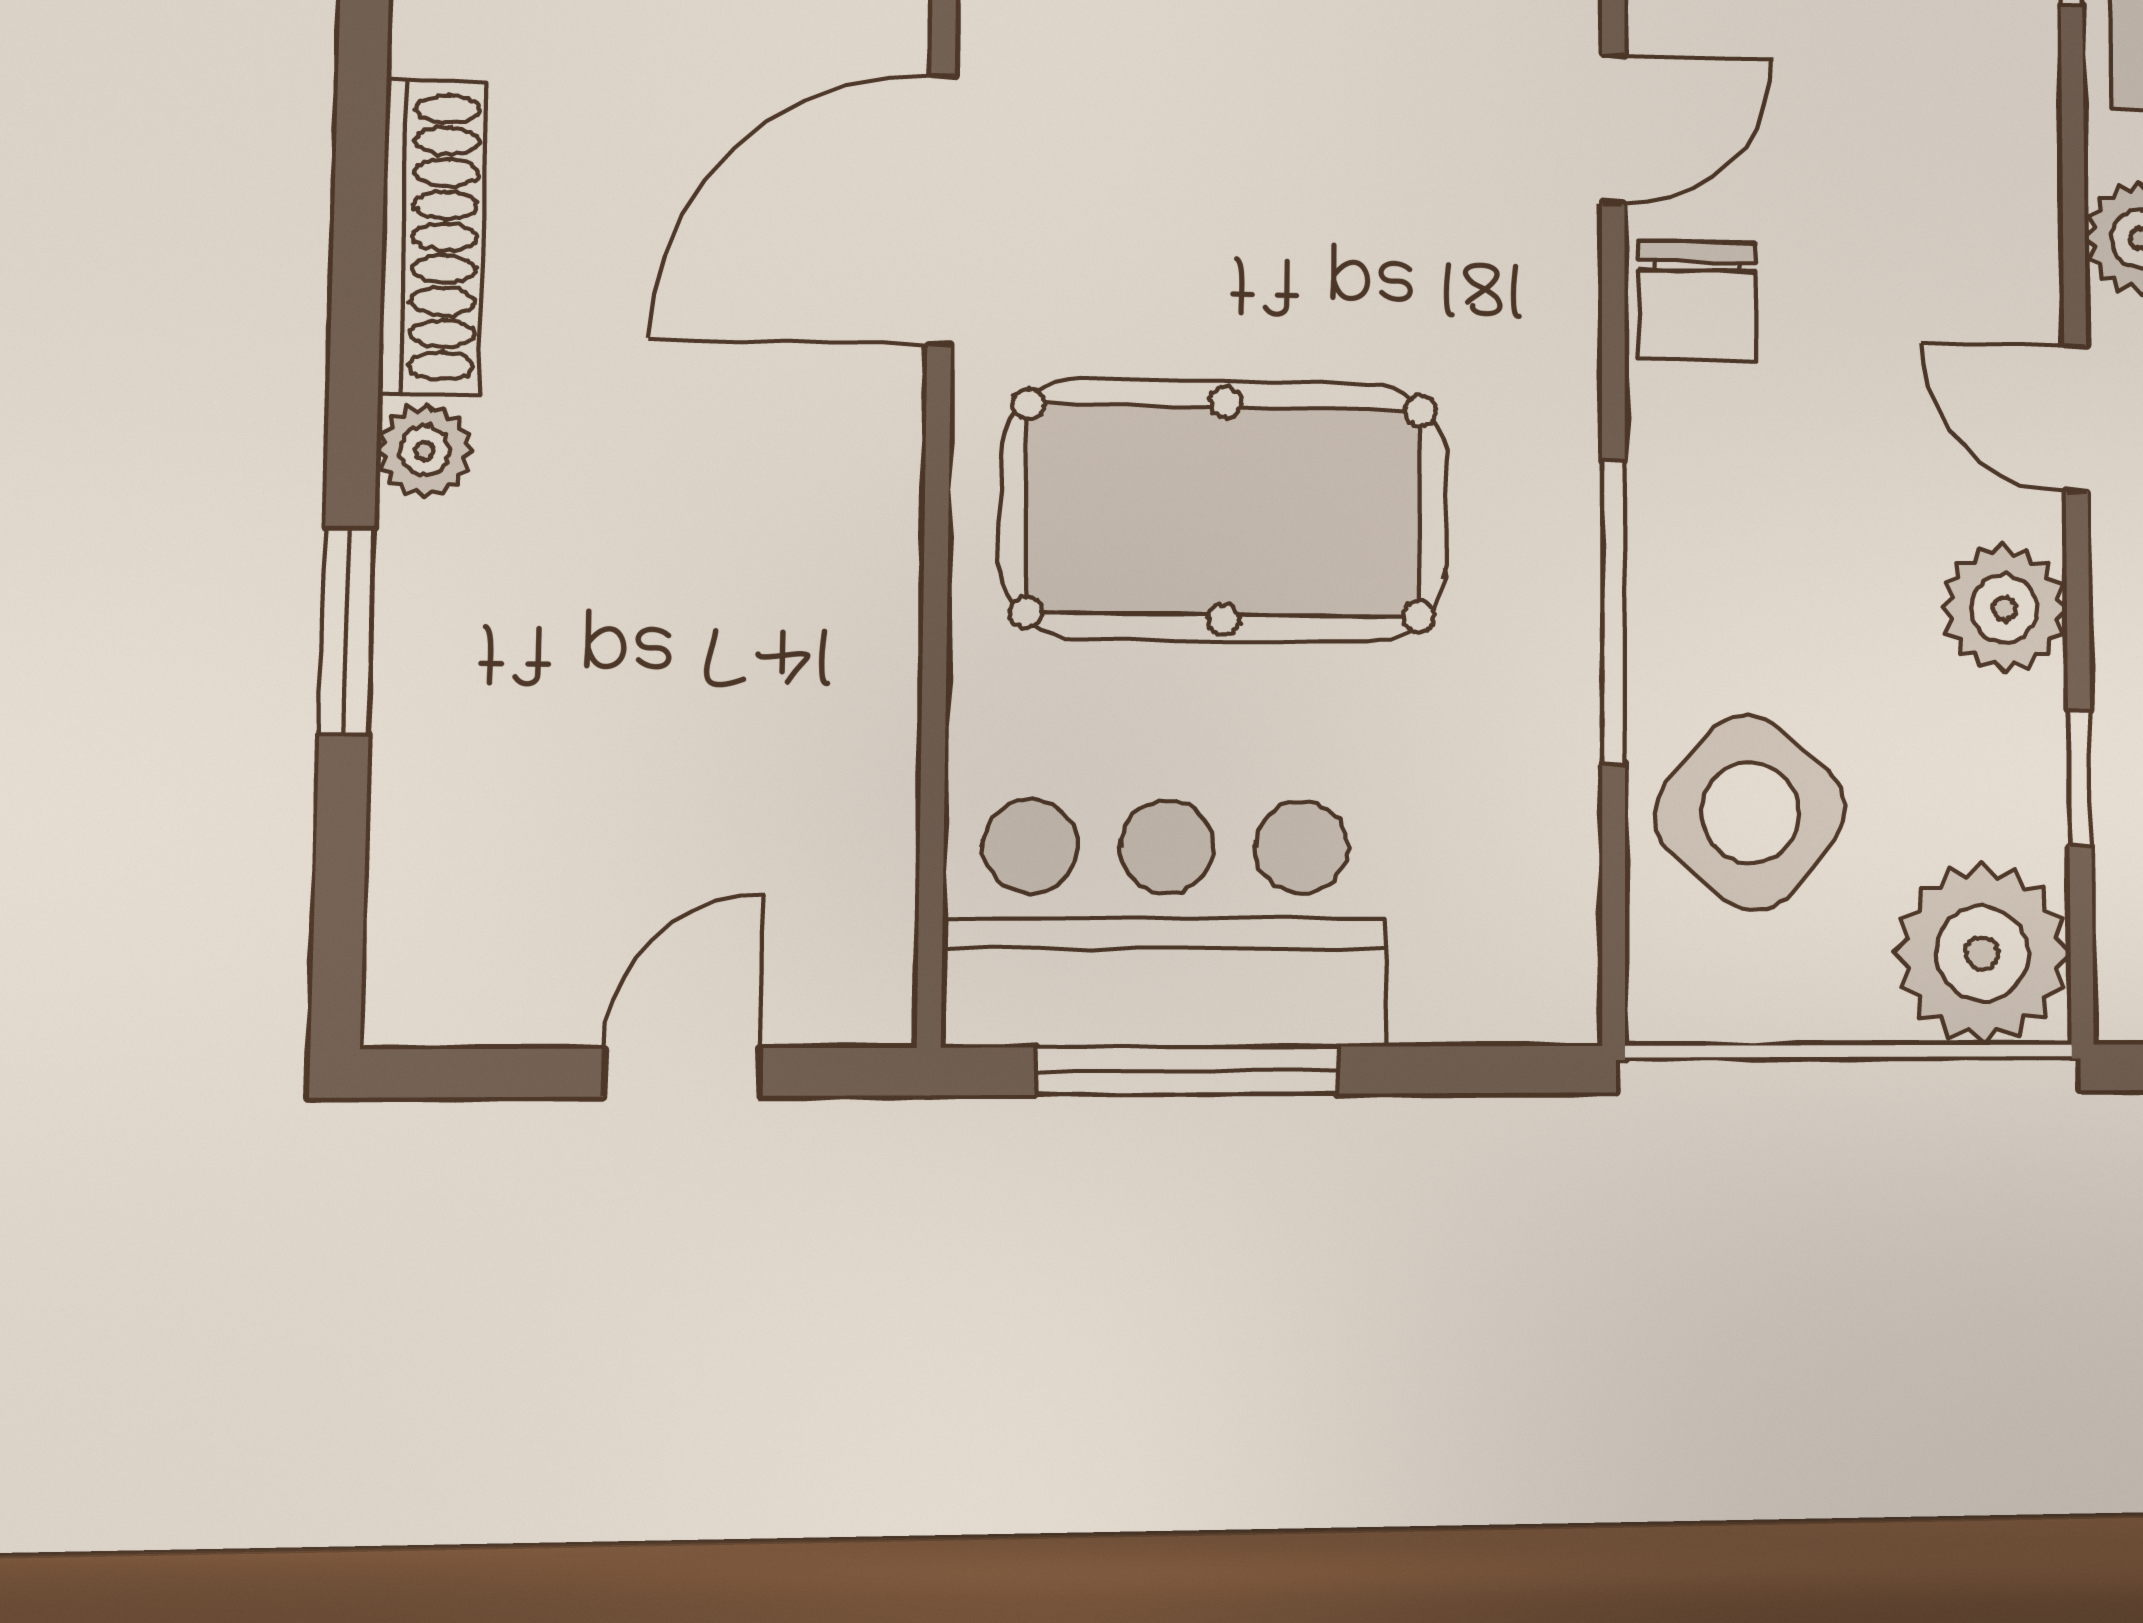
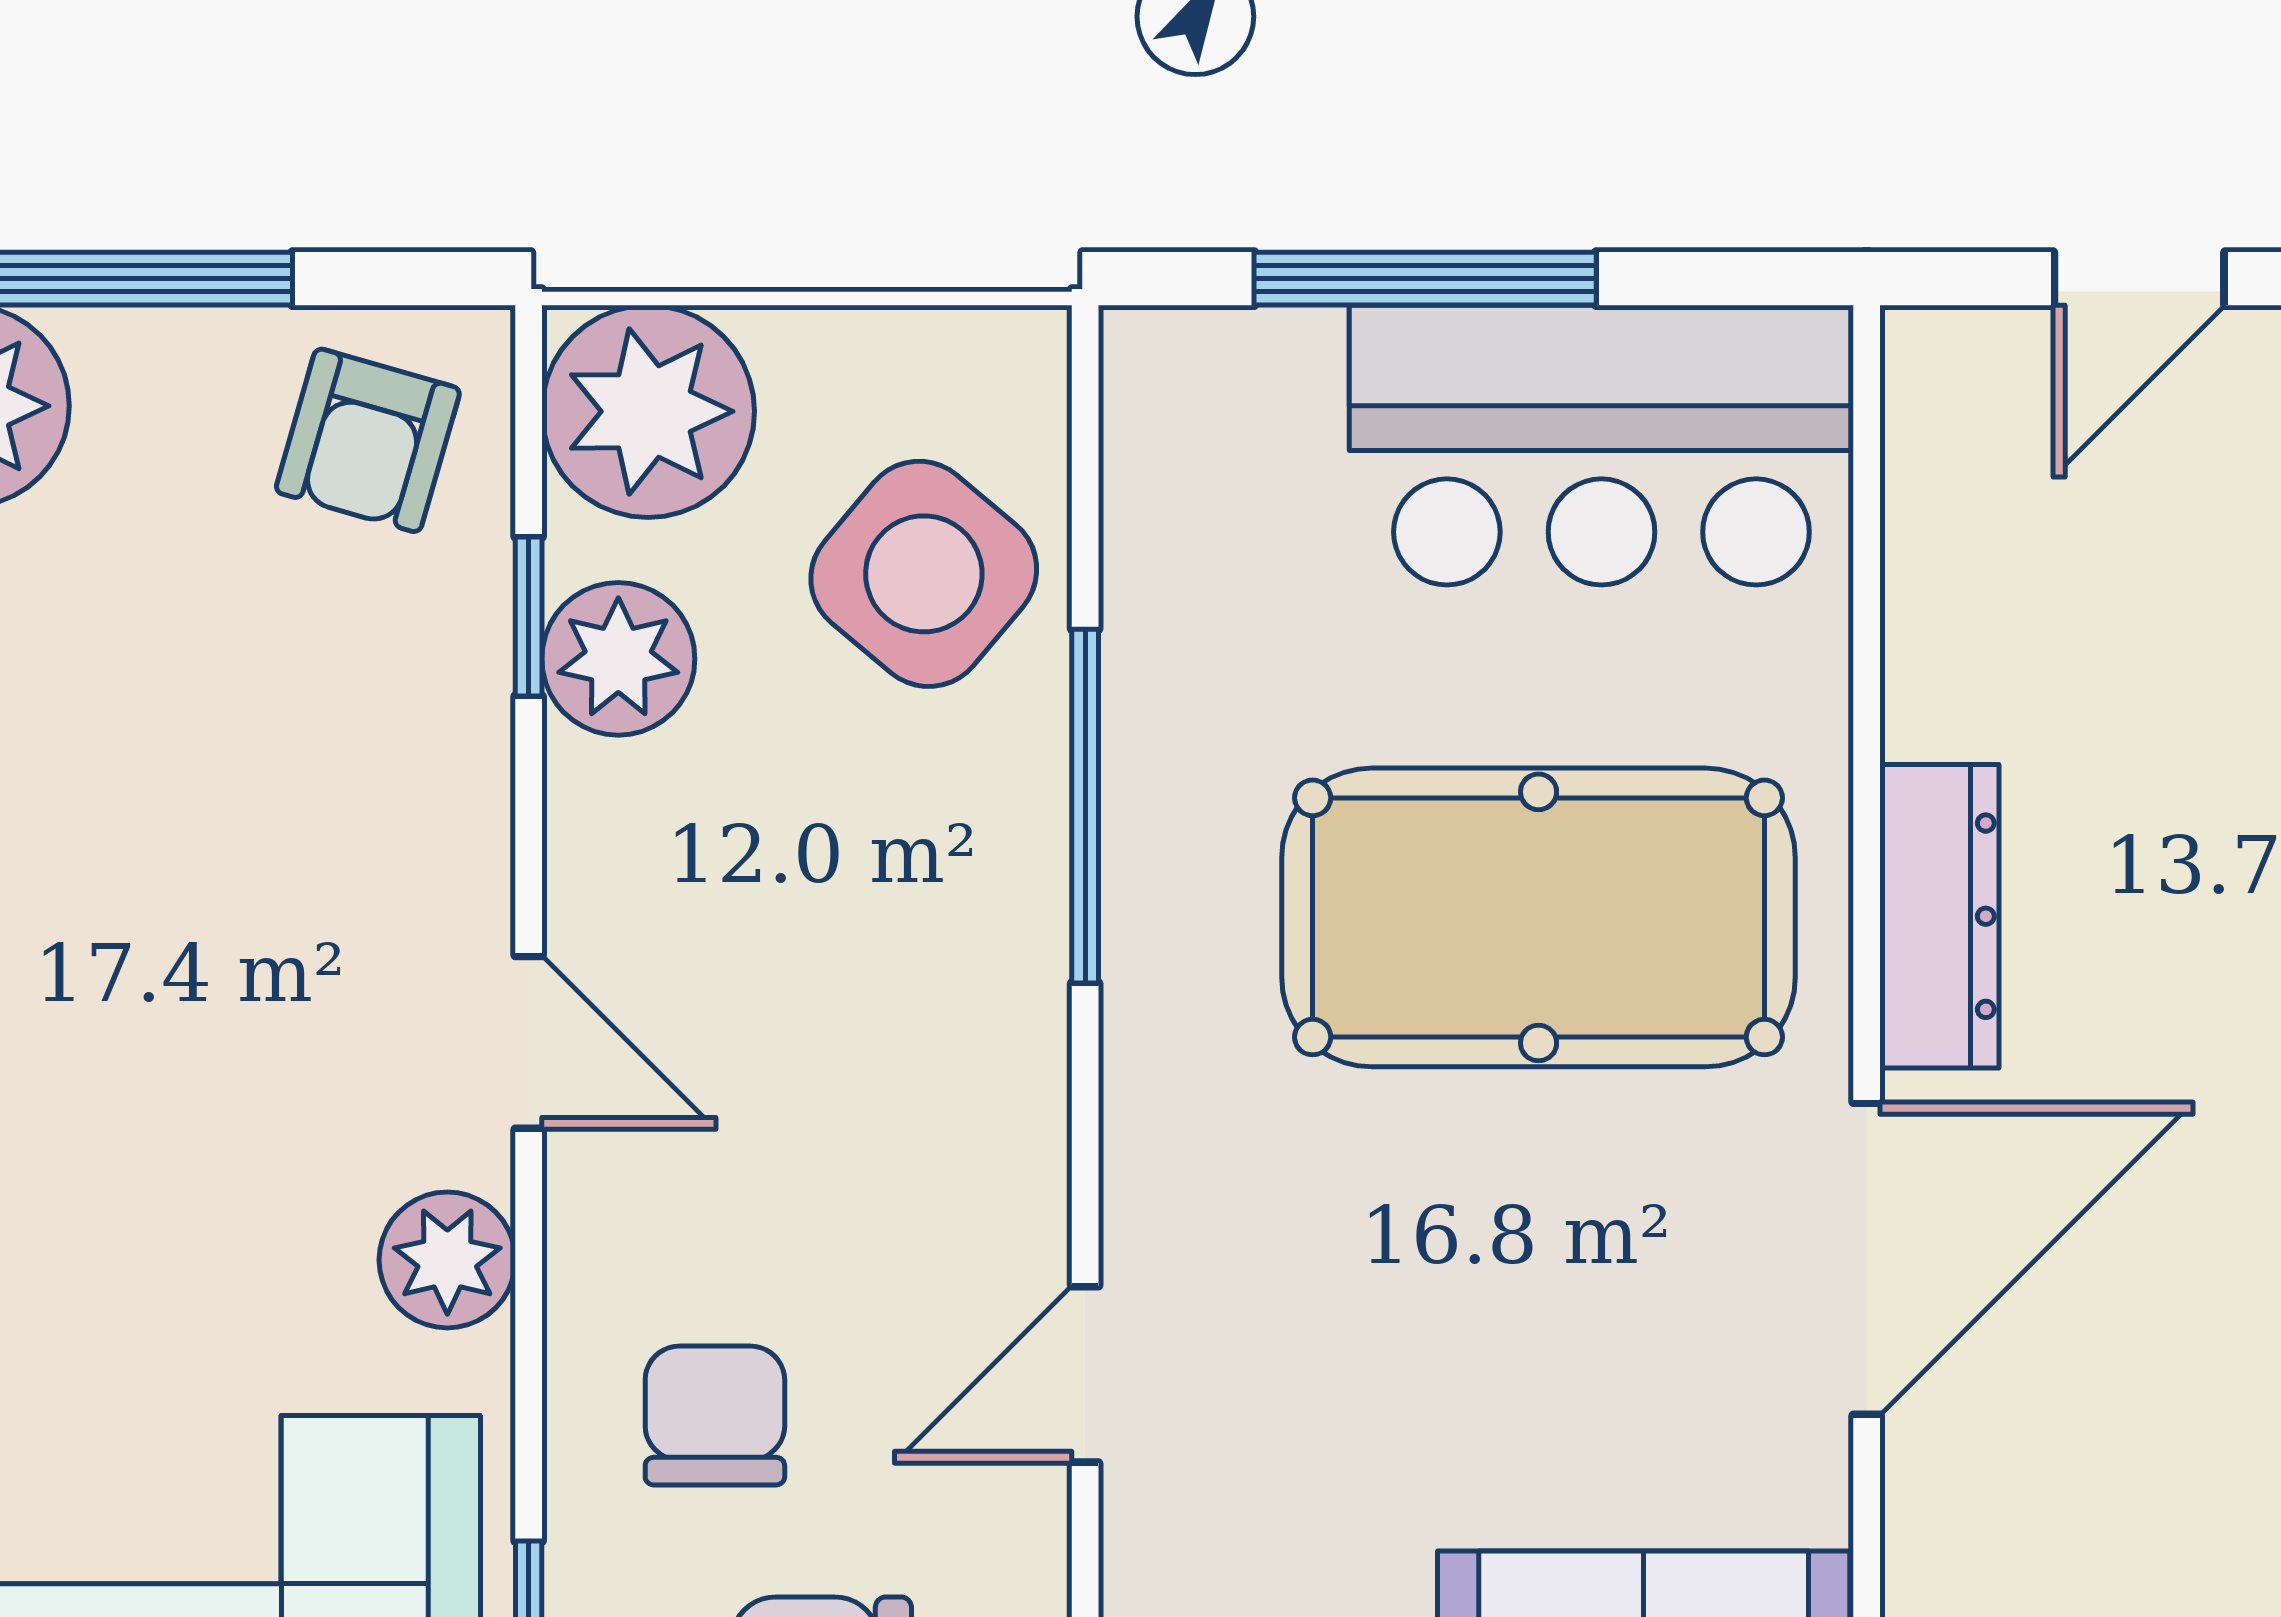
chair: (1698, 301) -> (715, 1415), moved
dresser: (872, 506) -> (1939, 916), added
plant: (2004, 609) -> (618, 659), moved
window: (1187, 1071) -> (1425, 279), moved

